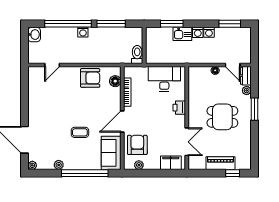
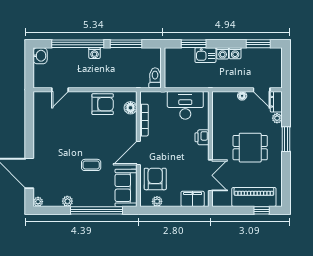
piano: (221, 163) -> (254, 197), width x1.37, depth x1.33

